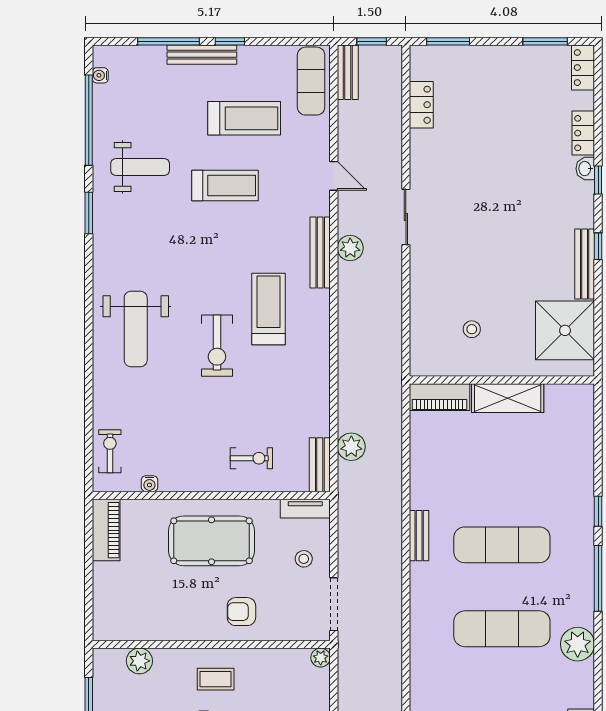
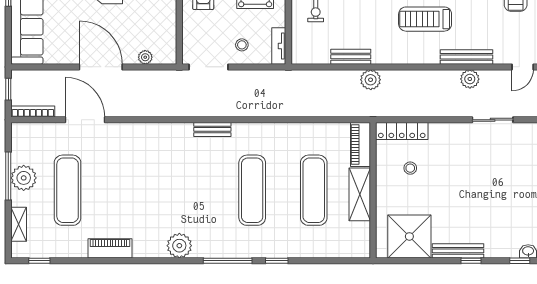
treadmill: (269, 309) -> (425, 19), turned 180
locker: (421, 341) -> (402, 131), added
plant: (351, 447) -> (371, 80), moved
bench: (320, 465) -> (351, 57), moved
bench: (419, 536) -> (212, 129), moved
exercise mat: (502, 629) -> (314, 190), moved
plant: (321, 658) -> (145, 57), moved

